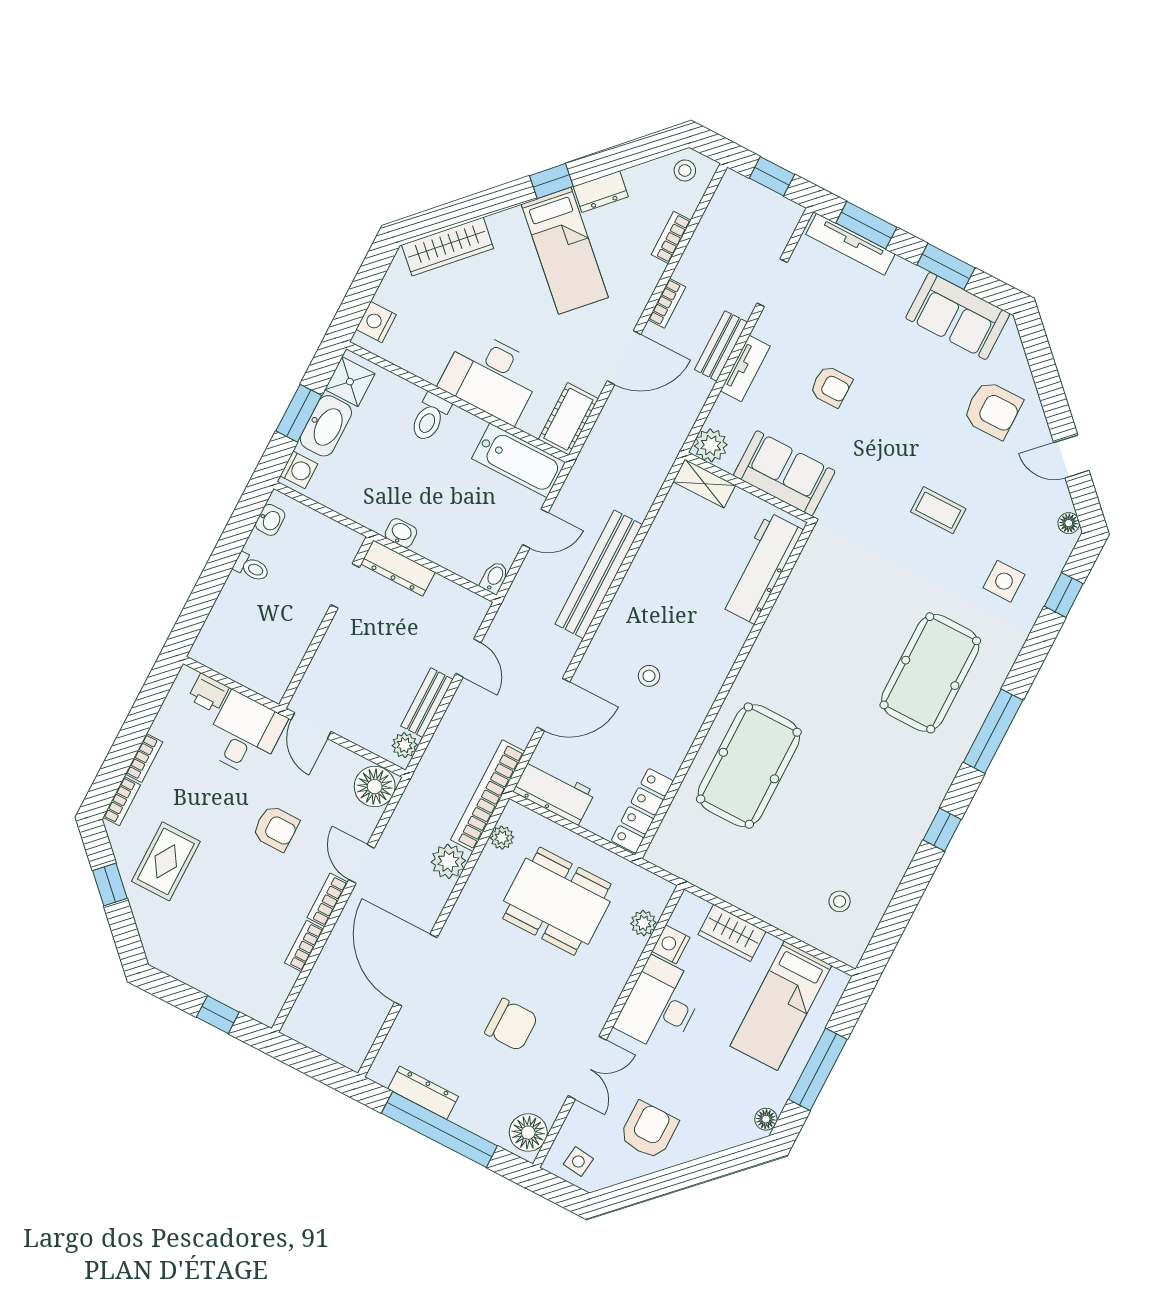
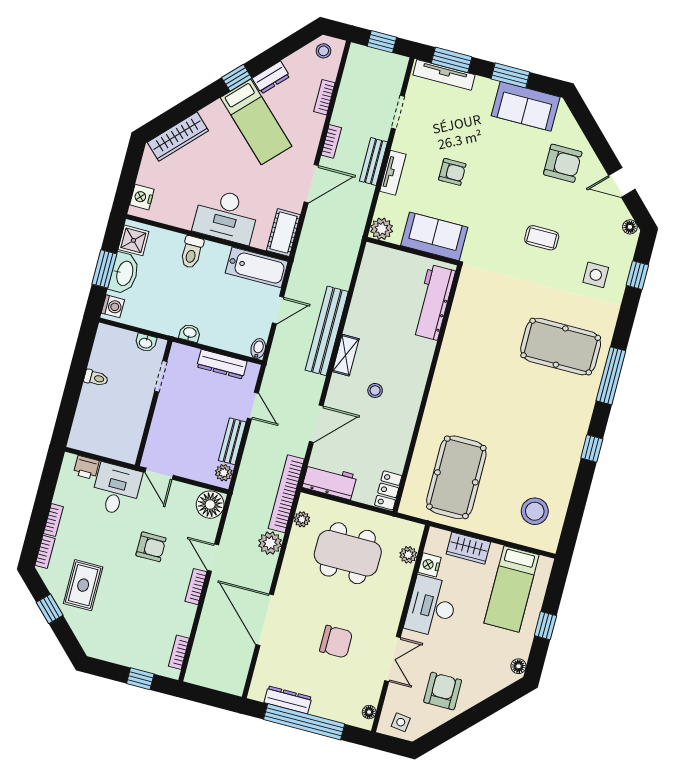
shelving: (704, 484) -> (346, 355), moved, turned 90
washbasin: (270, 520) -> (146, 343), moved, turned 90
dresser: (398, 568) -> (222, 364), moved
pool table: (930, 673) -> (561, 347), turned 90
pool table: (749, 766) -> (456, 477), moved
locker: (642, 811) -> (388, 490), width x0.66
stool: (840, 901) -> (535, 511), width x1.89, depth x1.89
bookcase: (304, 946) -> (179, 652), moved
window: (818, 1069) -> (545, 626), width x0.46
floor lamp: (528, 1133) -> (369, 712), width x0.53, depth x0.53

